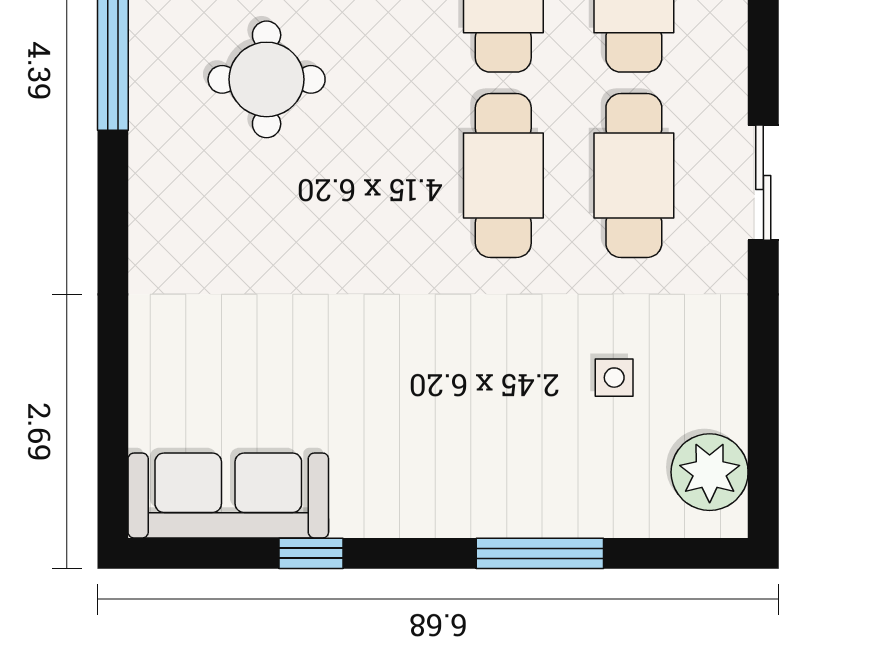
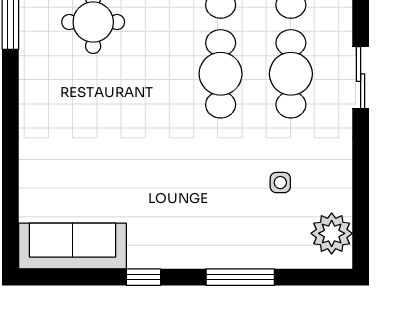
window: (311, 553) -> (144, 277), moved

